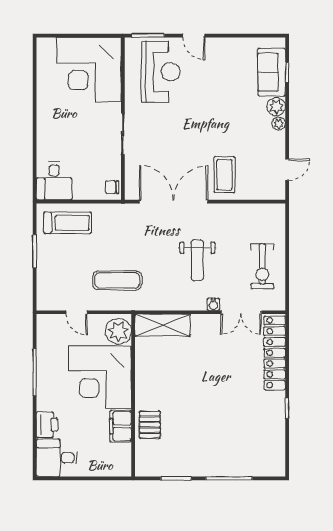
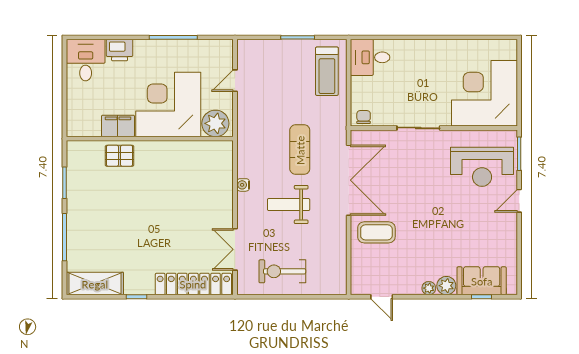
exercise mat: (117, 280) -> (300, 150), moved
water cooler: (213, 304) -> (243, 185), moved
shelving: (163, 325) -> (95, 284), moved, turned 90

